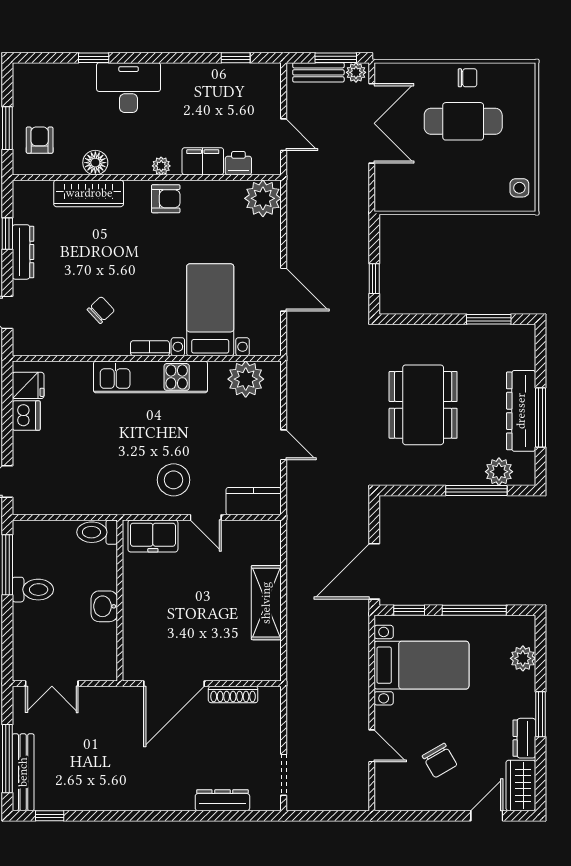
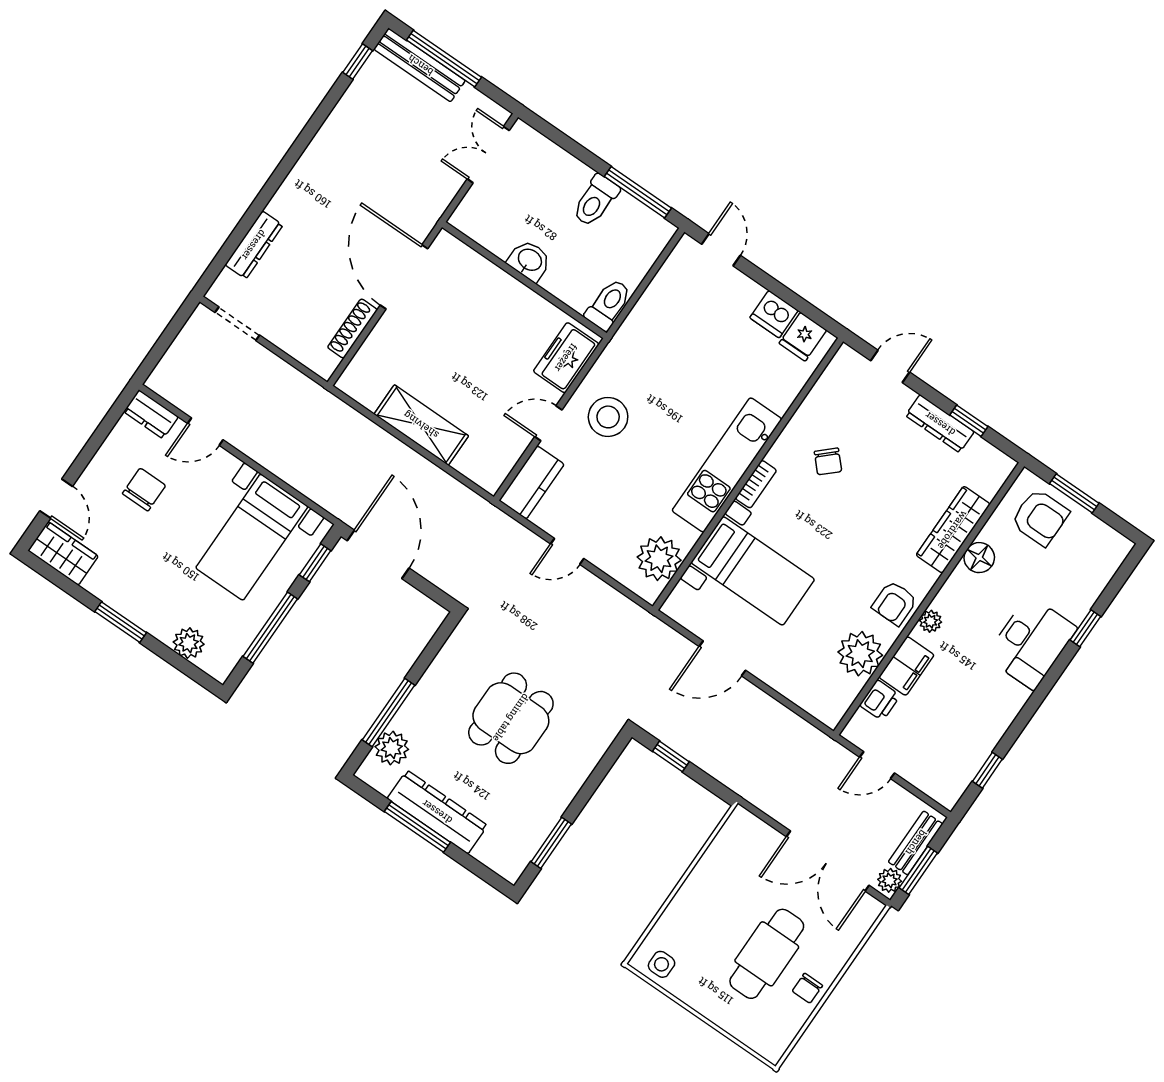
armchair: (40, 140) -> (1040, 517), width x1.38, depth x1.38
plant: (263, 198) -> (860, 654), moved
dining table: (423, 405) -> (511, 718), width x0.73
dresser: (524, 738) -> (151, 414), moved, turned 180
chair: (440, 760) -> (144, 490), turned 120

